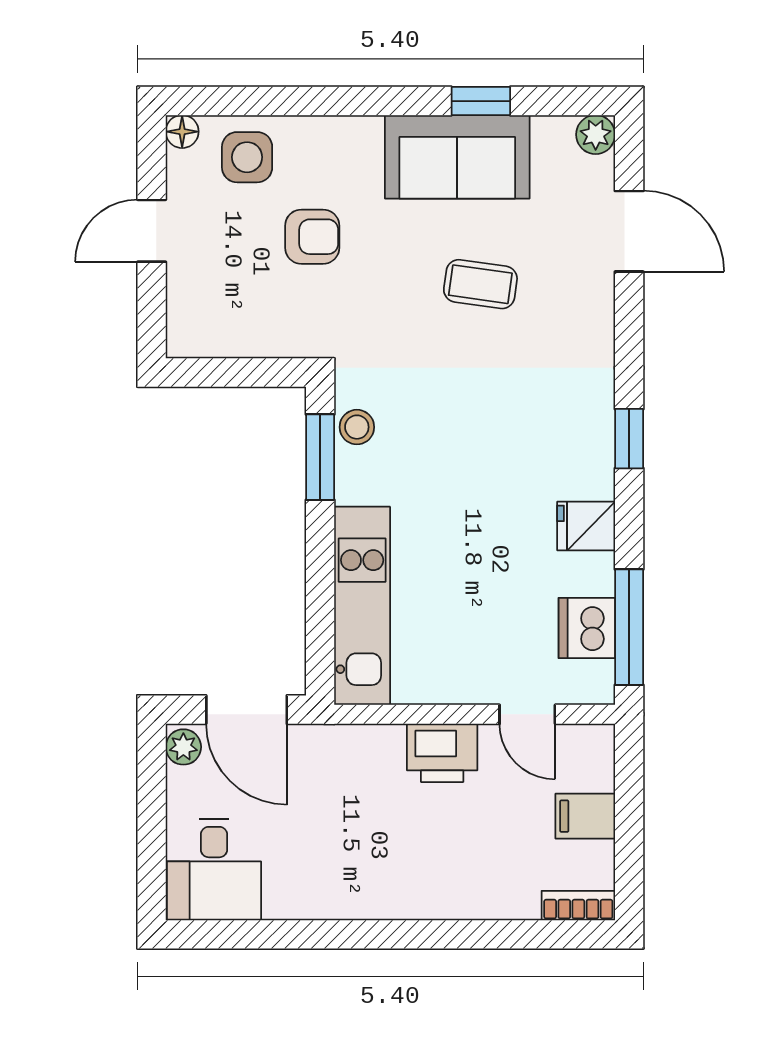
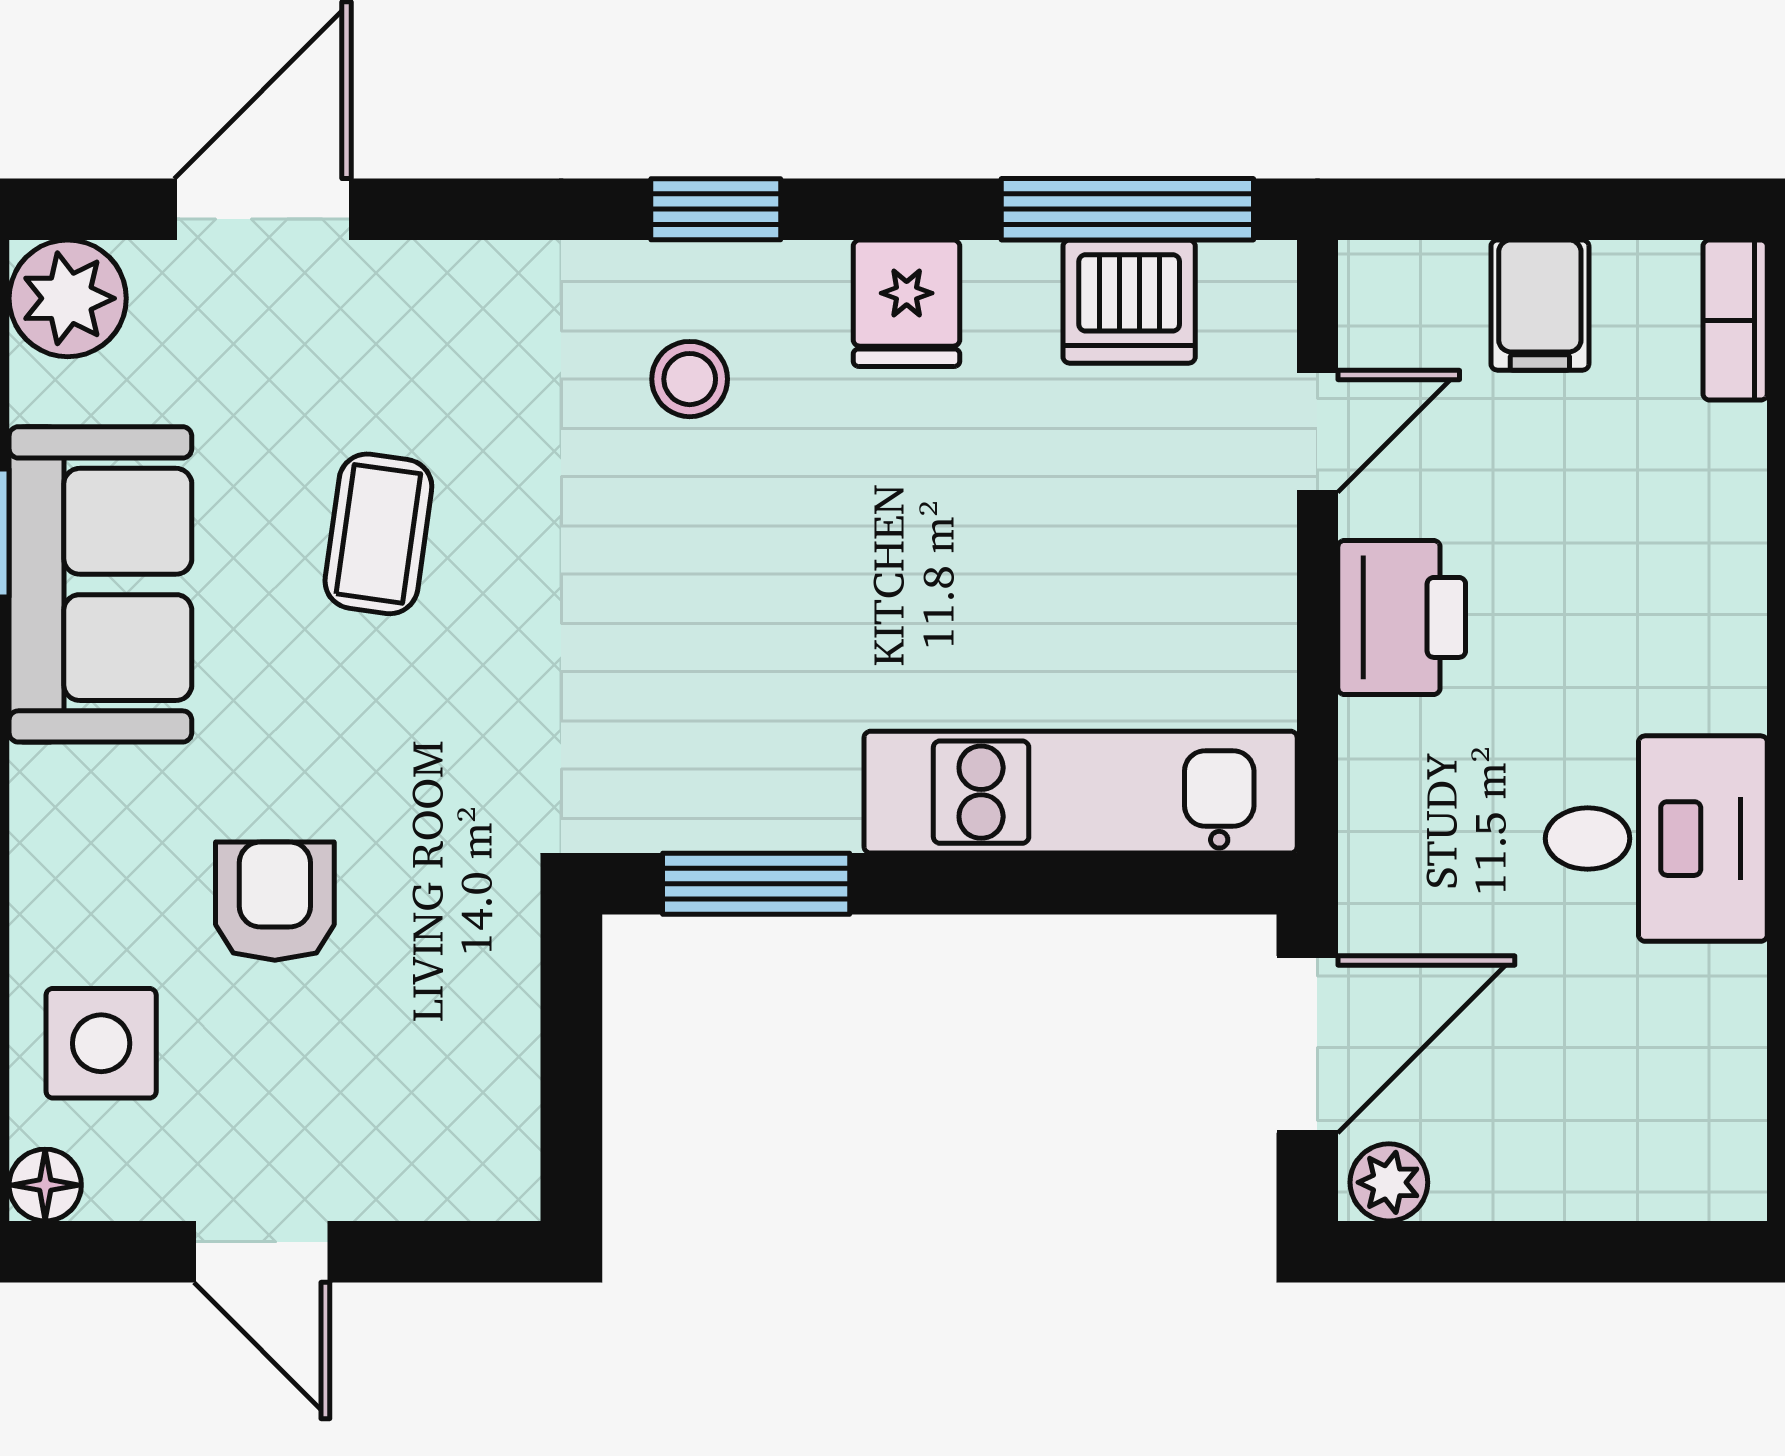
plant: (596, 135) -> (68, 298), width x1.38, depth x1.38
stool: (357, 427) -> (690, 379), moved
desk: (214, 869) -> (1656, 839), moved

